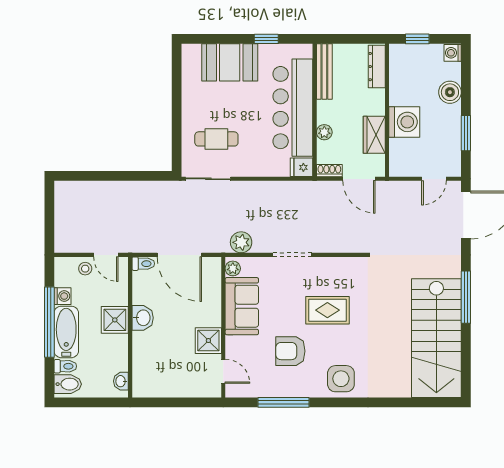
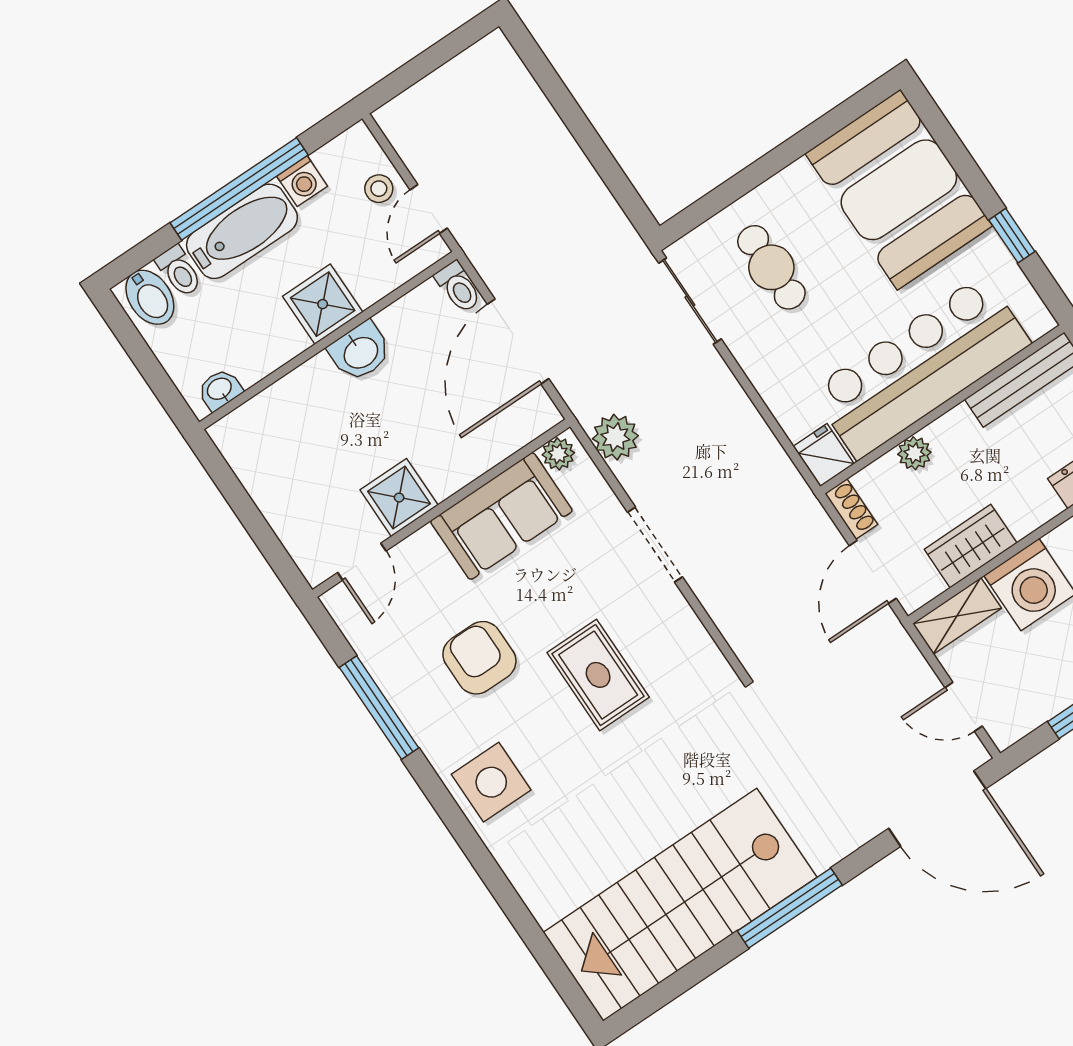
booth: (230, 62) -> (899, 190), width x1.36, depth x1.42
shelving: (397, 158) -> (957, 616), added

